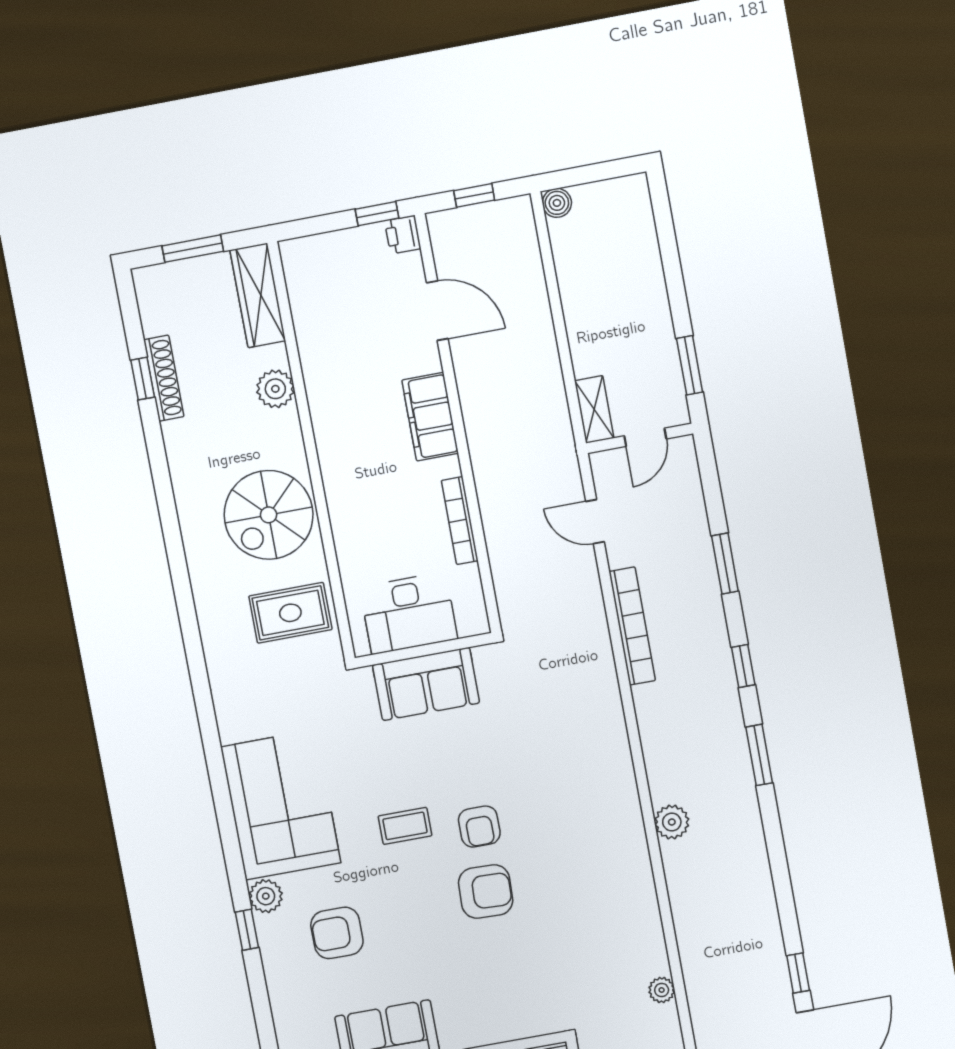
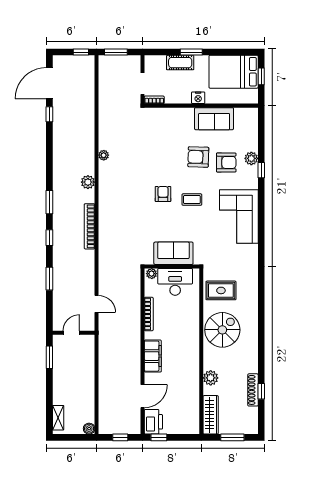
printer: (403, 235) -> (153, 422), width x1.87, depth x1.48
door: (437, 311) -> (143, 396), swing flipped
shelving: (594, 409) -> (58, 418), moved
plant: (471, 623) -> (152, 274), added
bookcase: (632, 626) -> (90, 226), moved
armchair: (486, 892) -> (198, 157), moved
plant: (266, 896) -> (251, 158), moved
plant: (662, 990) -> (104, 155), moved

